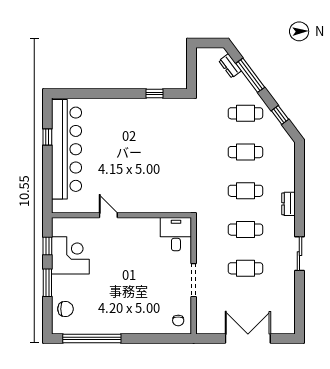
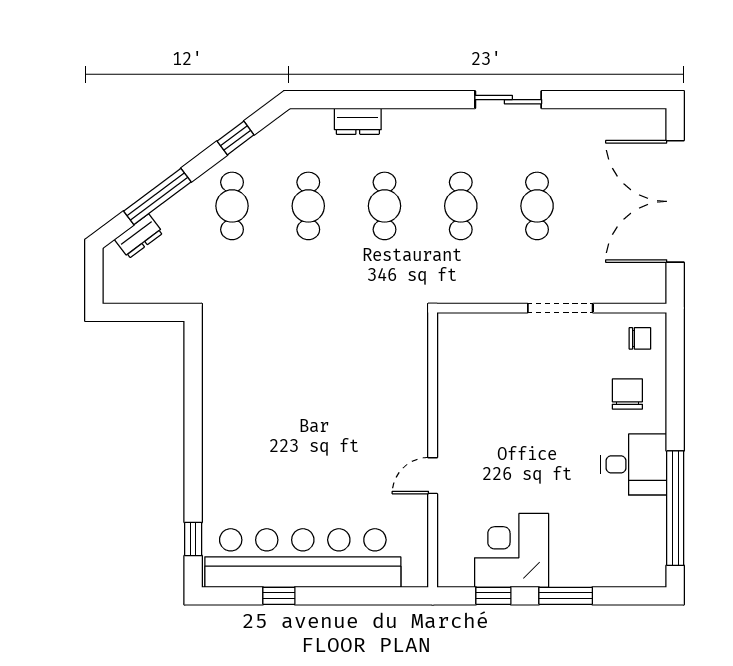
window: (155, 93) -> (193, 539), moved
dresser: (289, 204) -> (358, 121), moved
desk: (176, 234) -> (634, 464), moved, turned 180
chair: (65, 309) -> (627, 394), moved
double door: (248, 338) -> (675, 201), width x1.36

